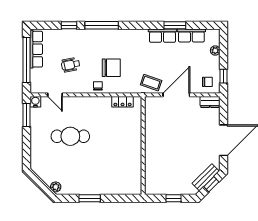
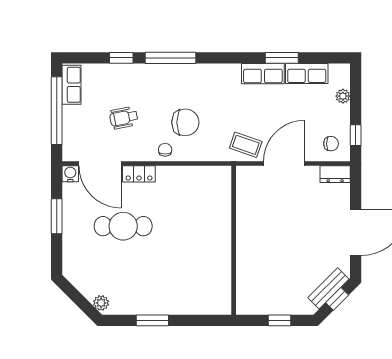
row of seats: (36, 49) -> (72, 85), width x0.68
door: (55, 95) -> (100, 164), width x1.88
locker: (123, 102) -> (139, 174), moved
window: (26, 115) -> (57, 216), moved

